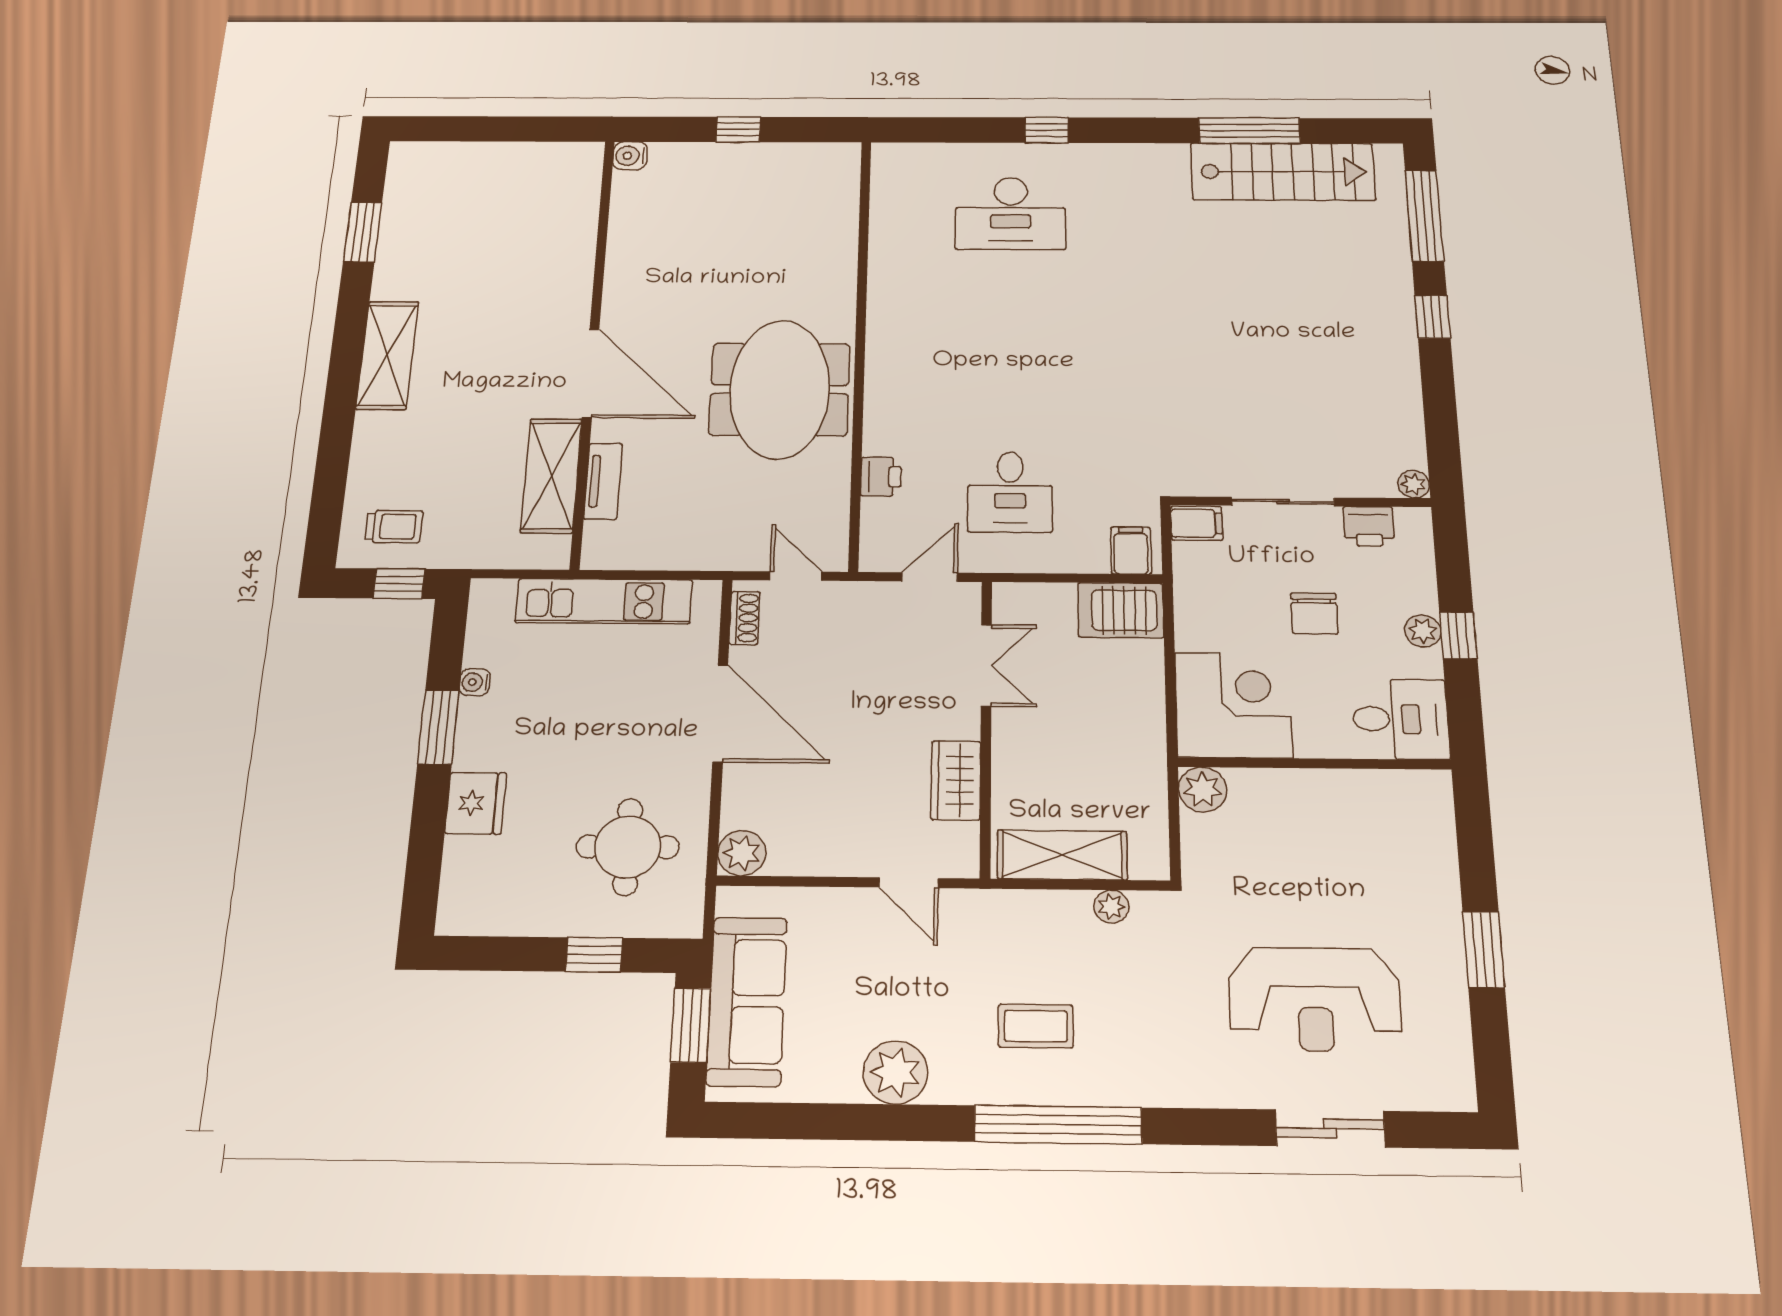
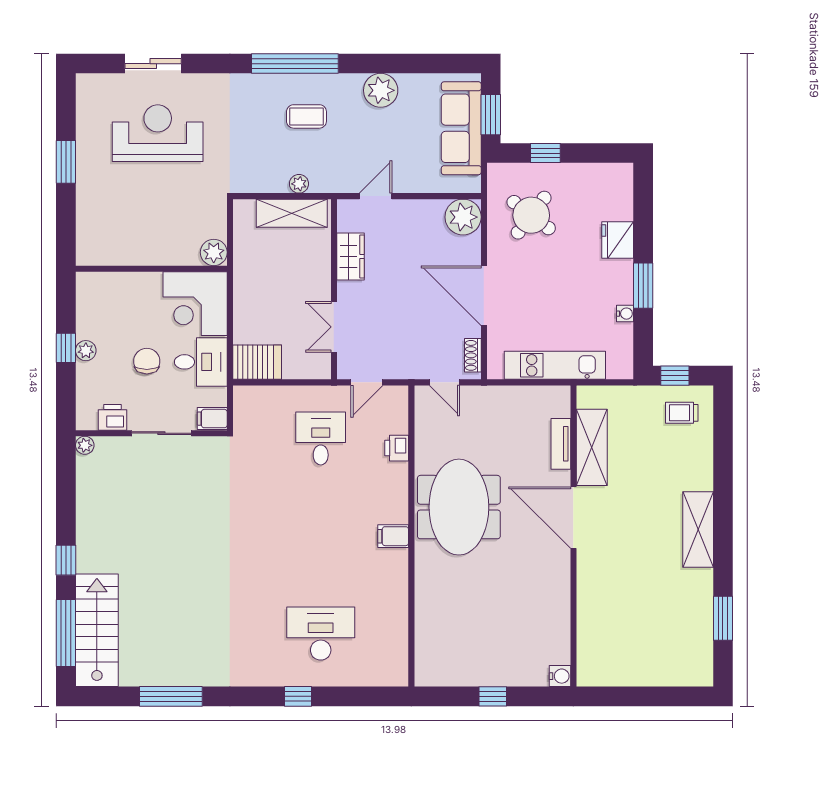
stairs: (1283, 172) -> (97, 630), moved, turned 90
filing cabinet: (1131, 550) -> (393, 536), moved, turned 90
desk: (1400, 719) -> (201, 362), moved, turned 180
round table: (628, 847) -> (531, 215), turned 37
plant: (742, 853) -> (463, 217), width x1.36, depth x1.36
door: (909, 883) -> (376, 196), hinge flipped
plant: (1111, 907) -> (299, 184), moved

